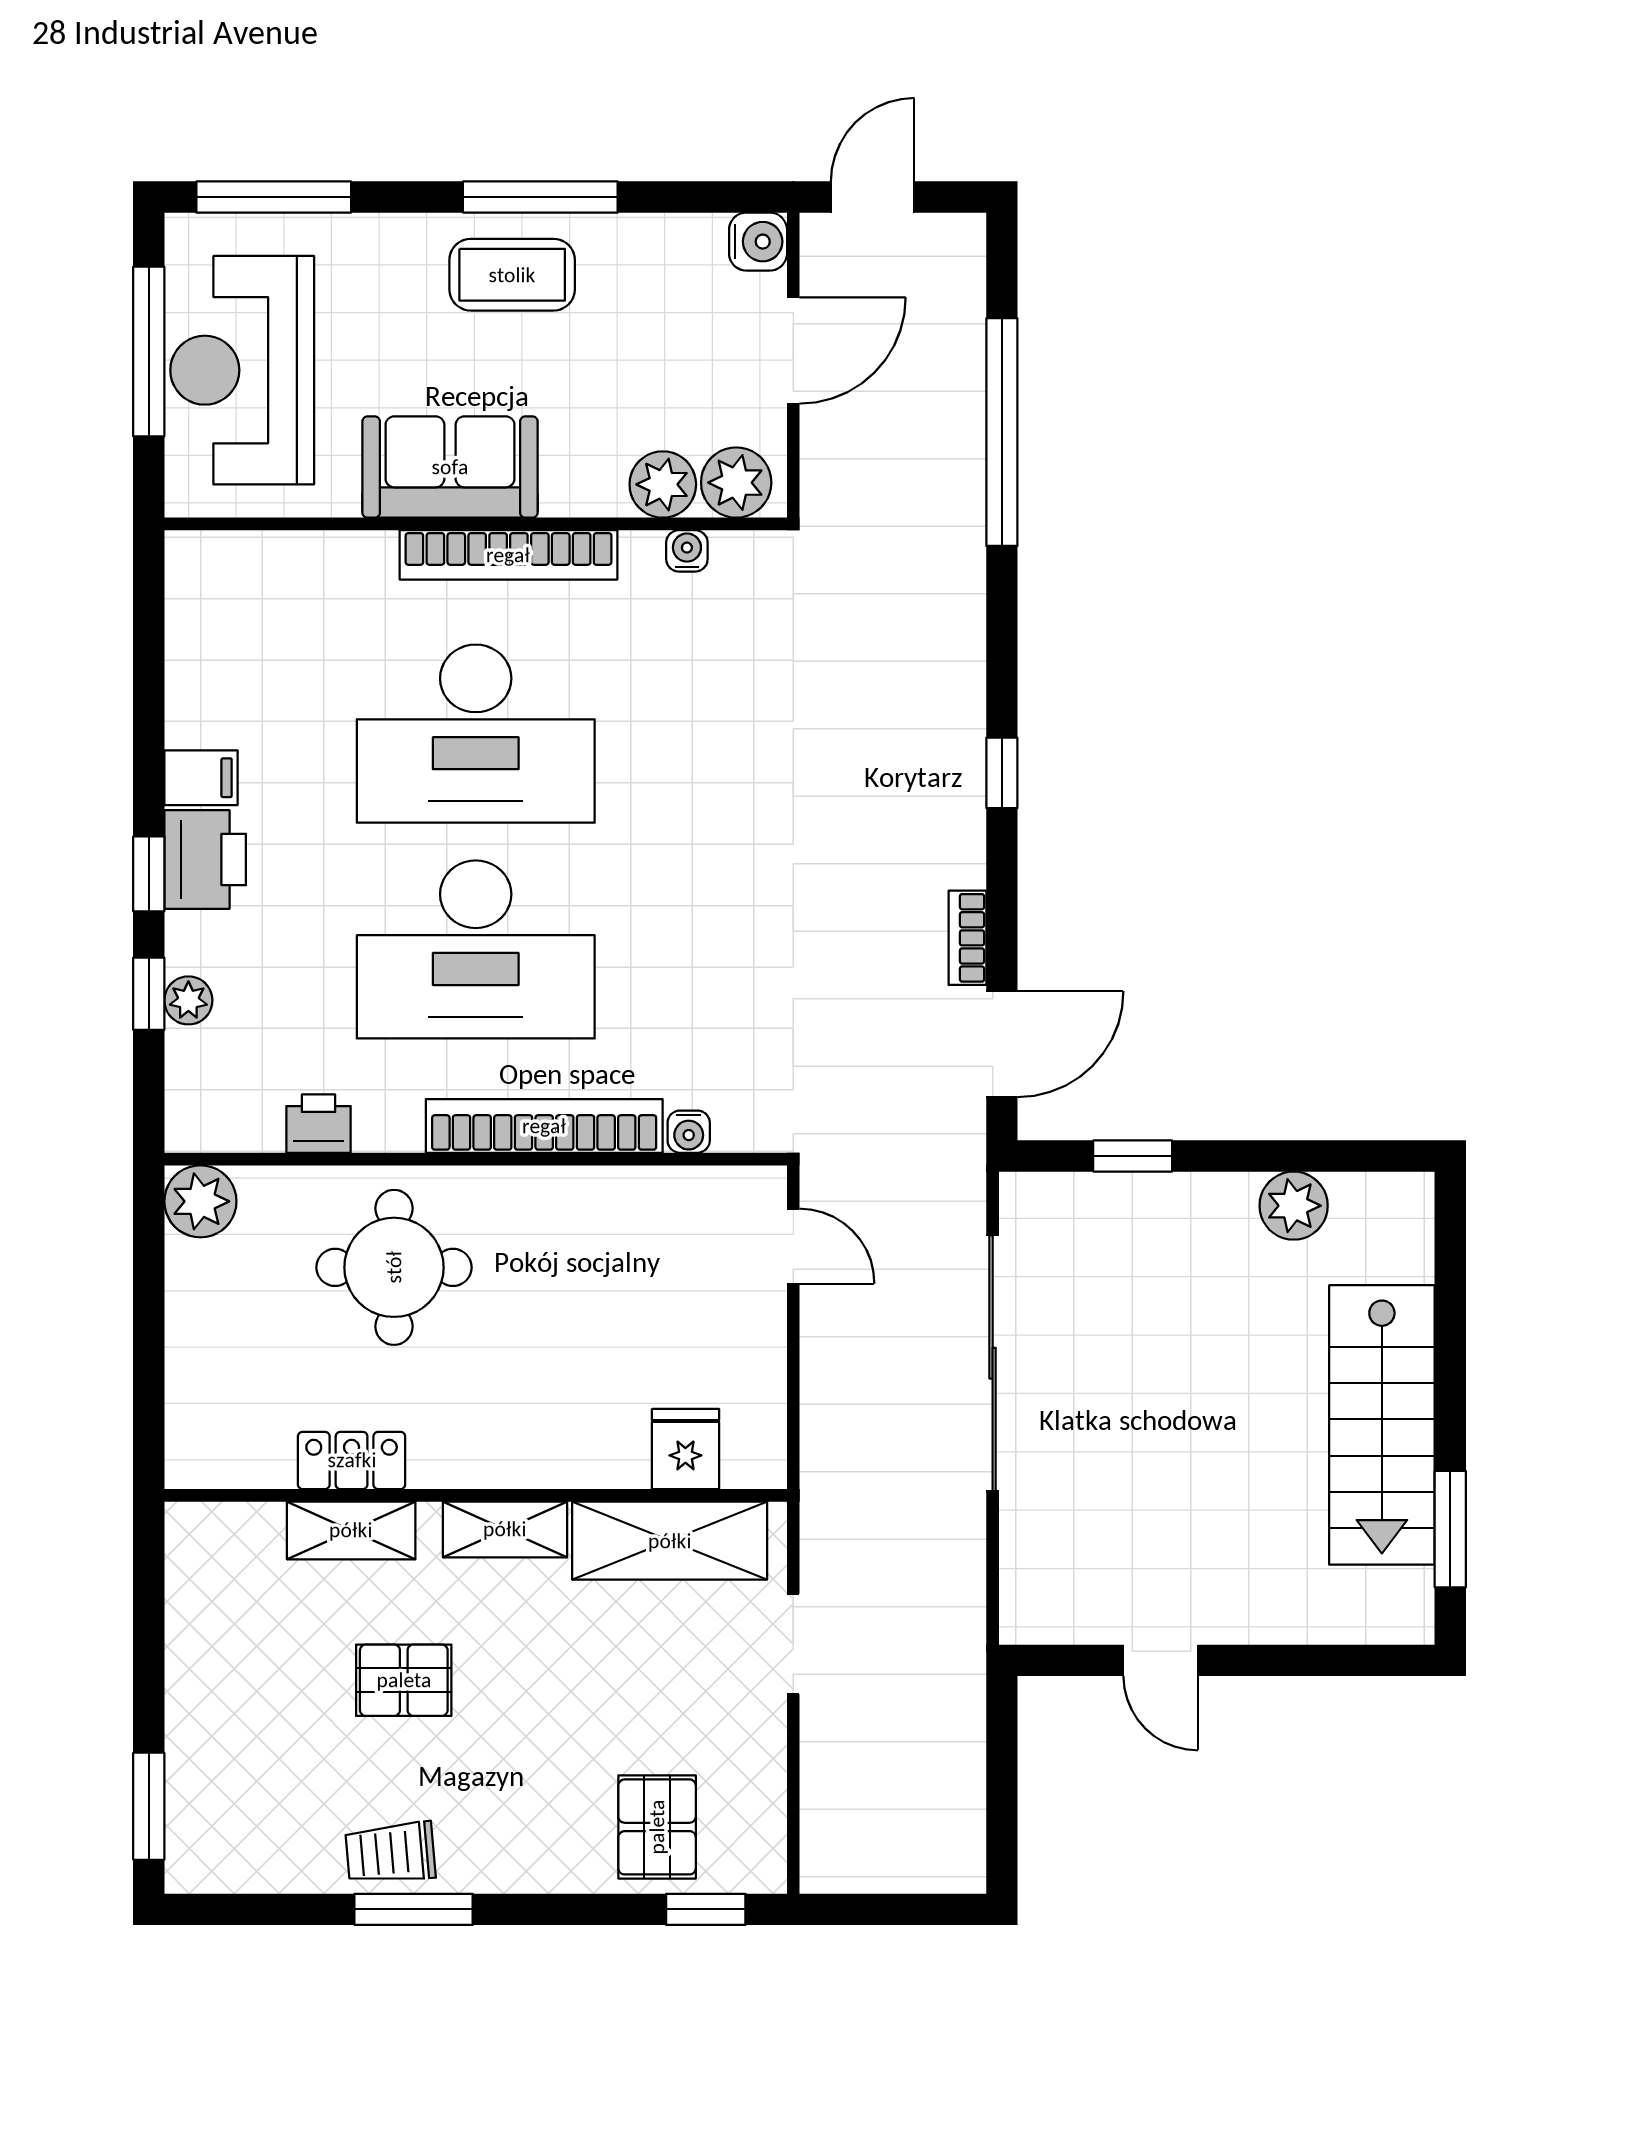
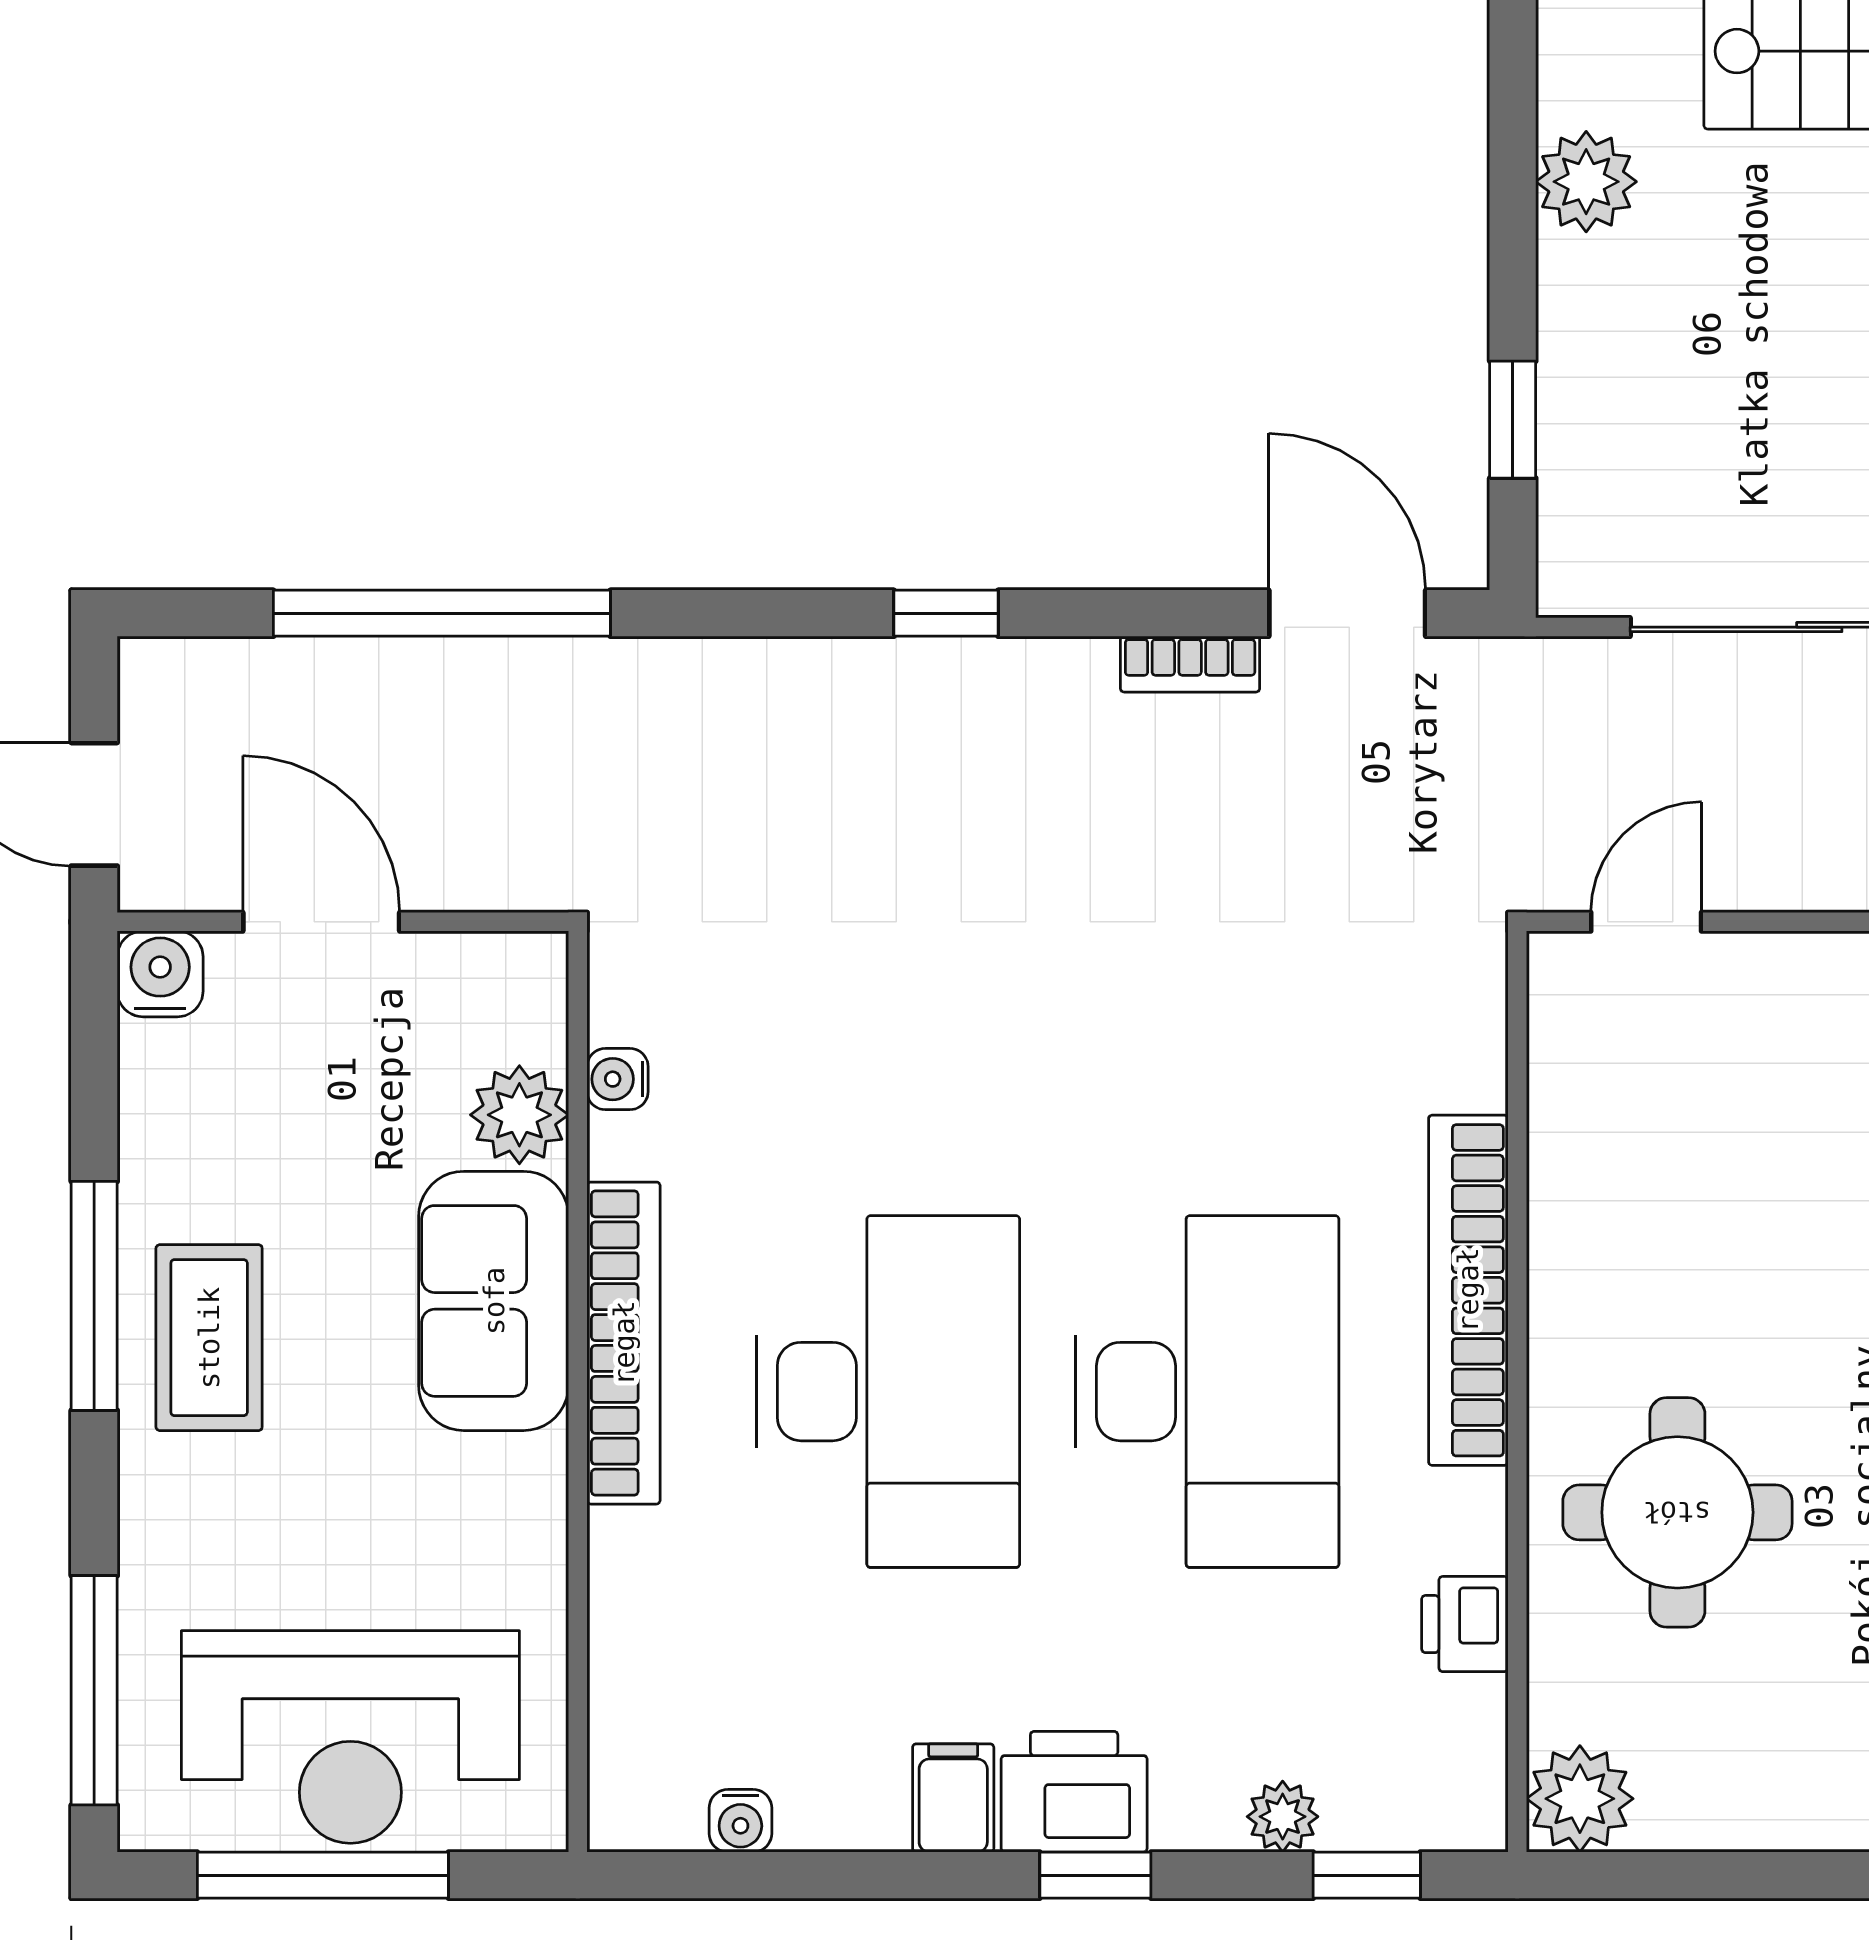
sofa: (450, 467) -> (494, 1301), moved
plant: (736, 483) -> (517, 1006), removed
window: (149, 994) -> (1367, 1875), moved
water cooler: (689, 1132) -> (740, 1821), moved, turned 90

